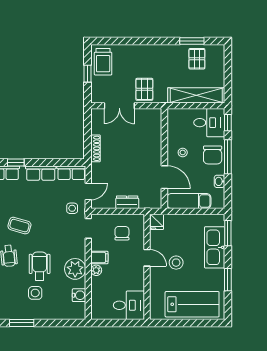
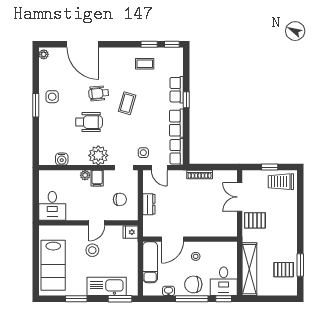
plant: (75, 269) -> (98, 155), moved
side table: (35, 293) -> (52, 97), moved

